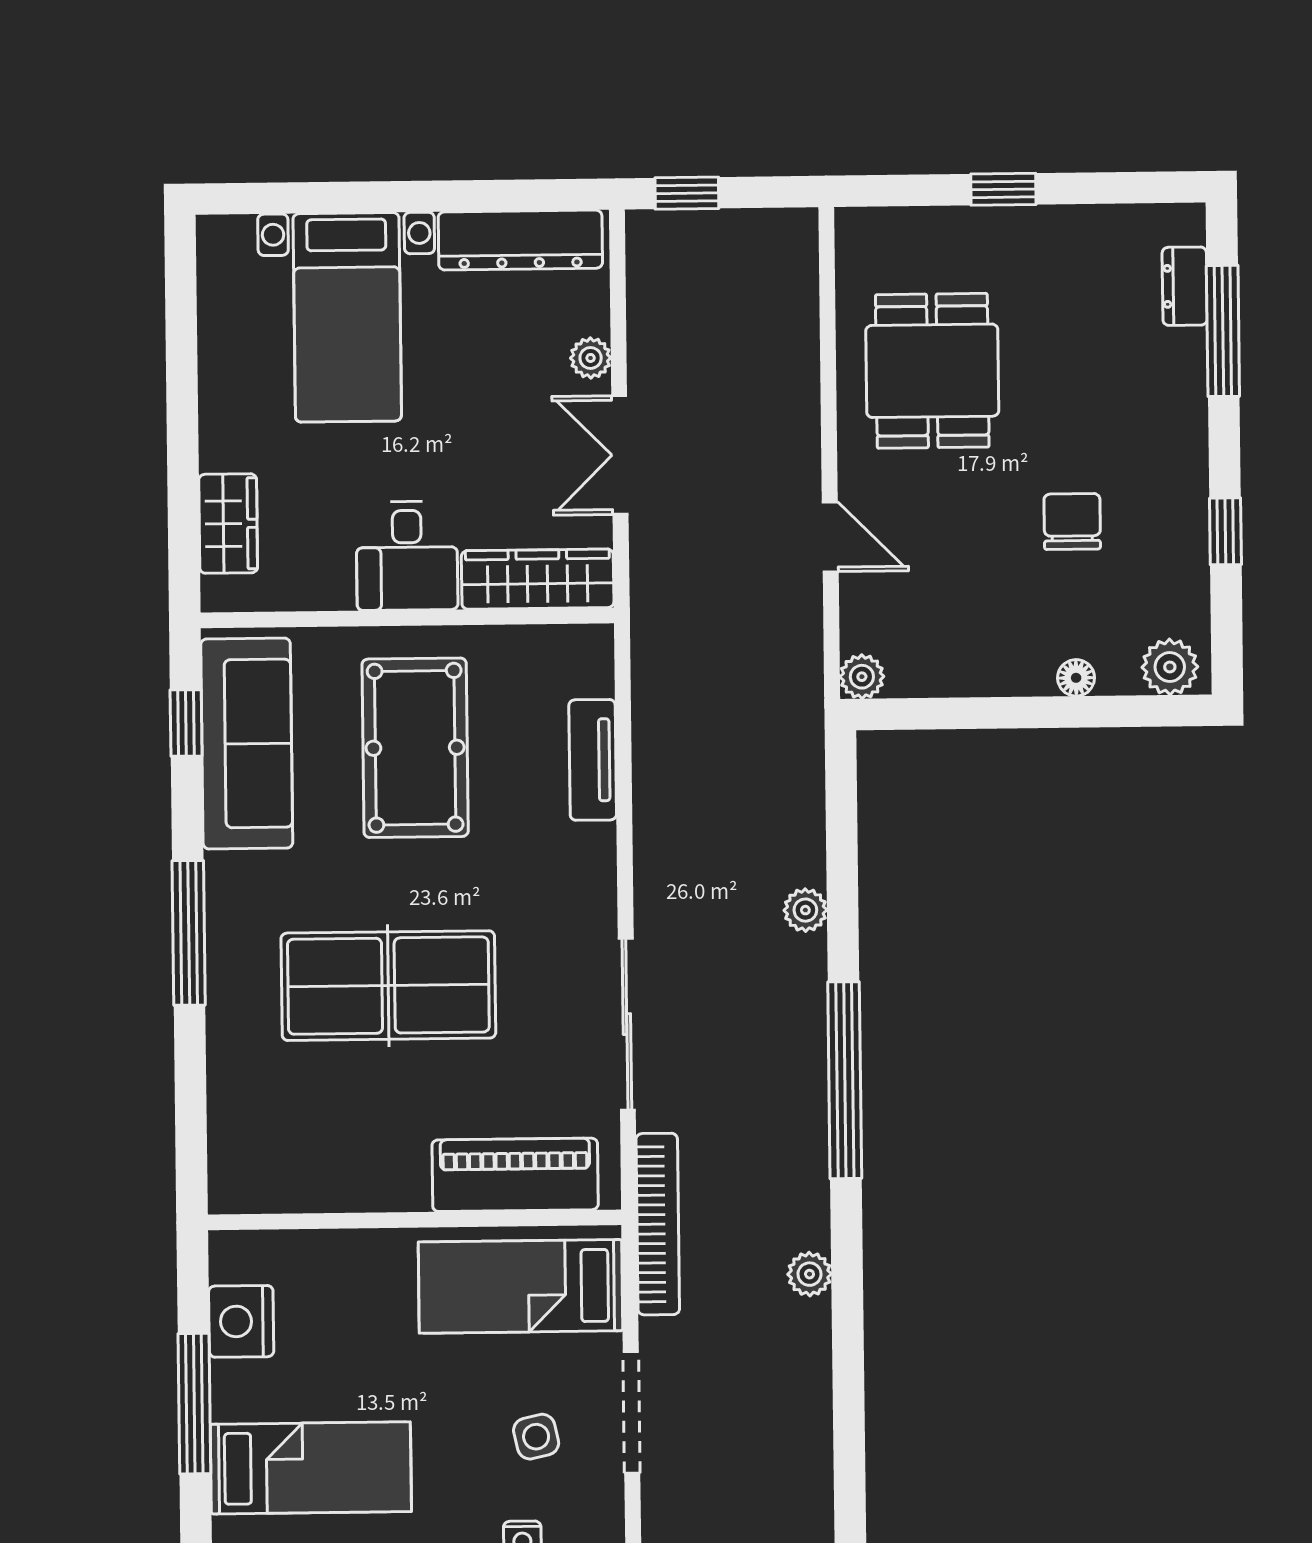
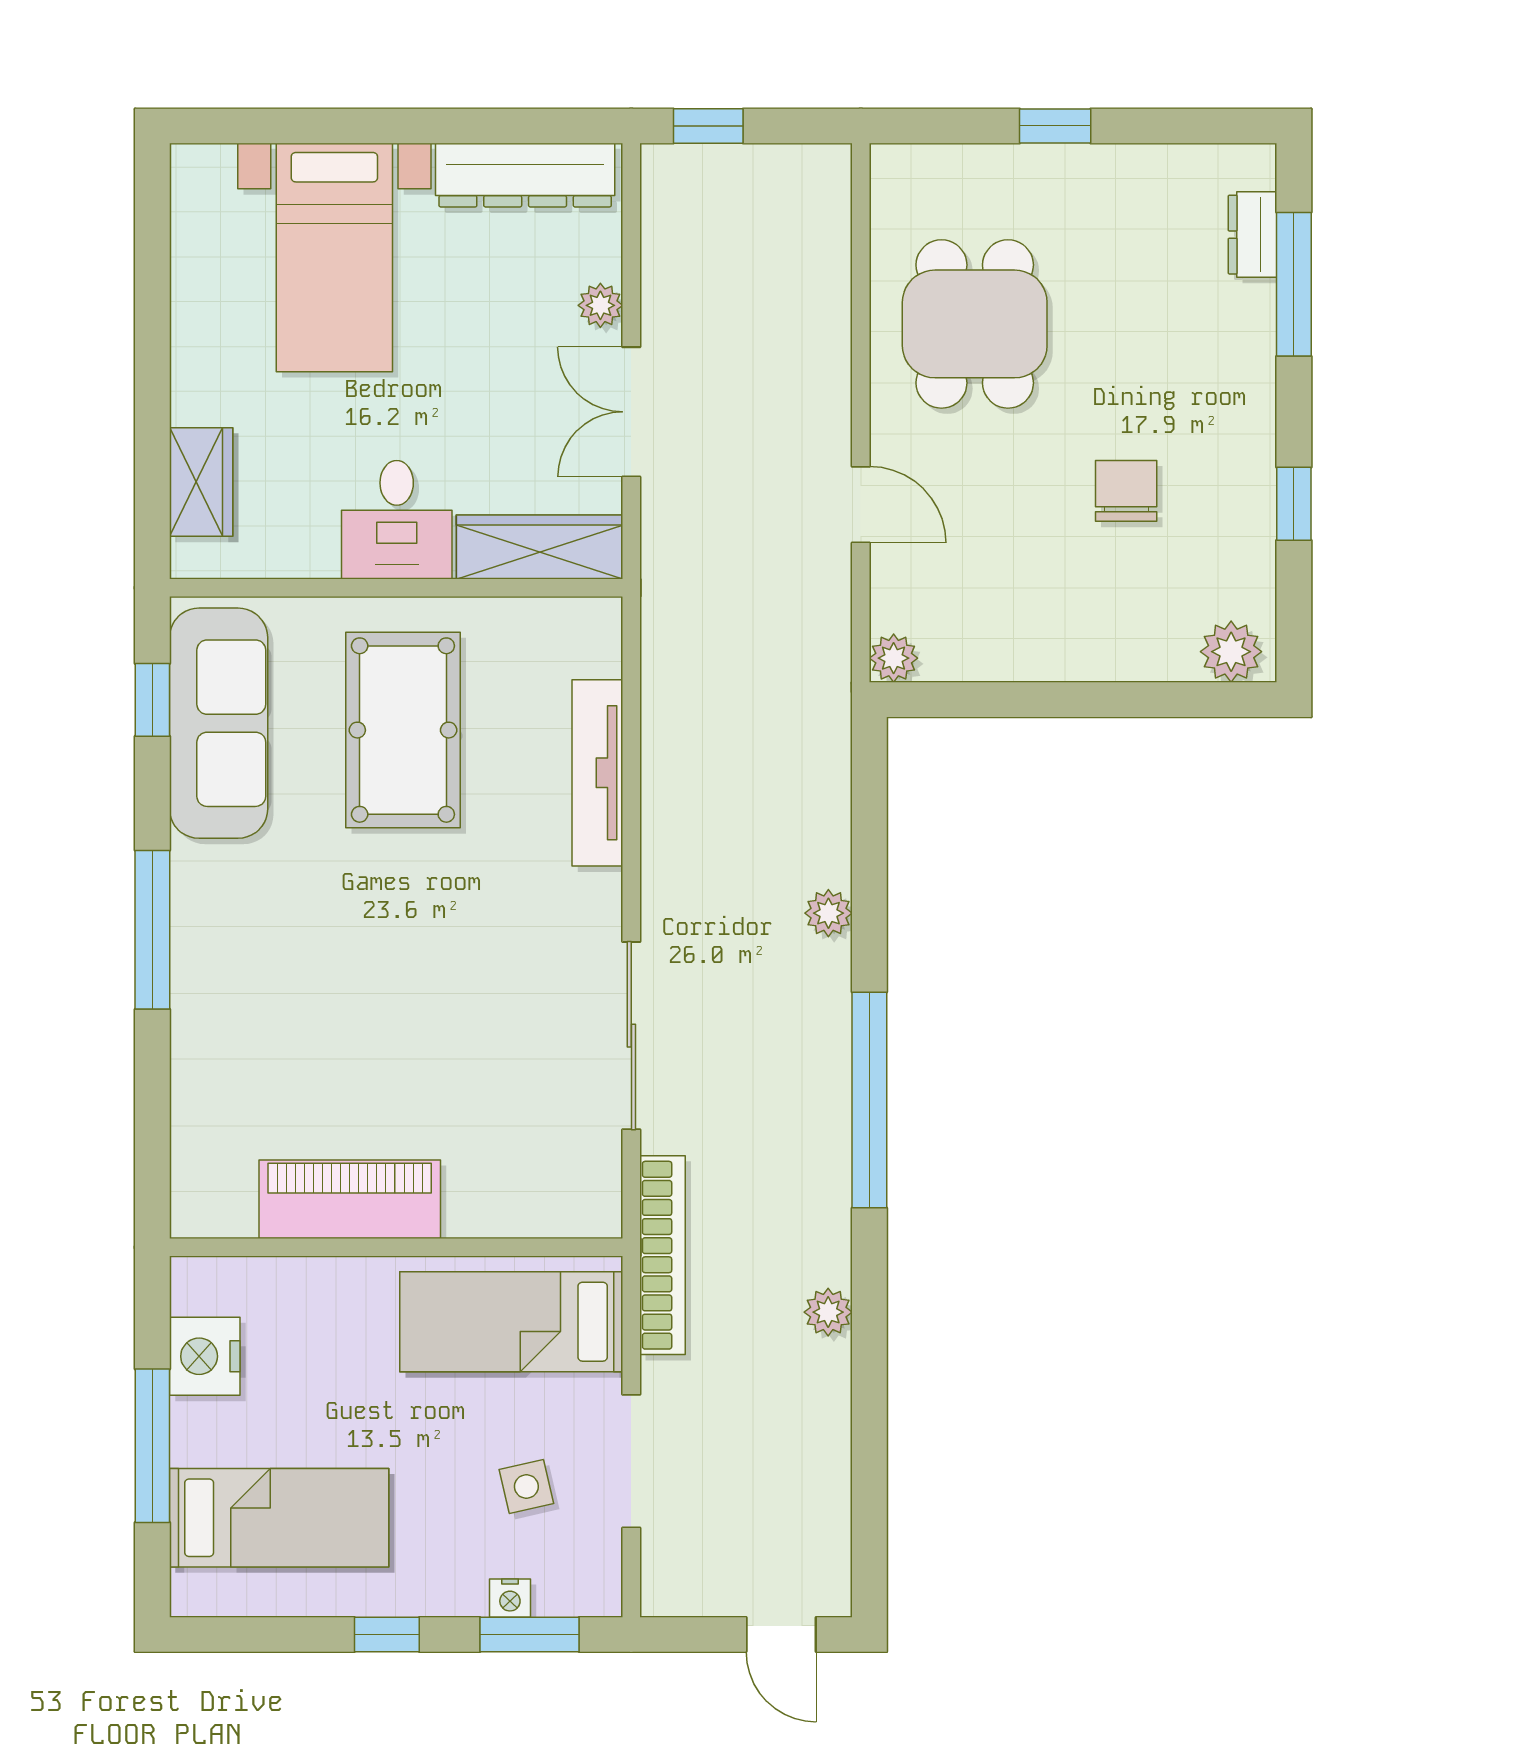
floor lamp: (1076, 678) -> (1128, 662), removed
tv unit: (593, 760) -> (597, 773), width x1.41
table tennis table: (388, 986) -> (371, 990), removed
piano: (515, 1175) -> (350, 1199), moved

